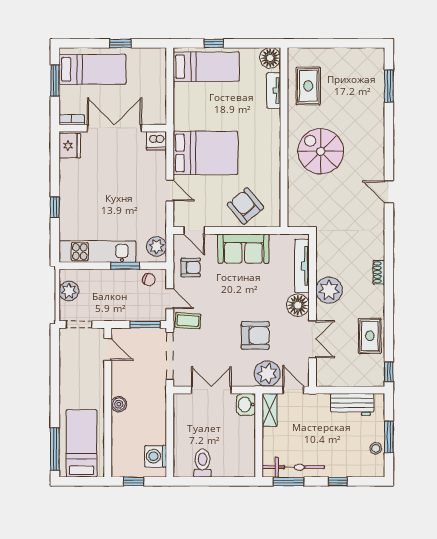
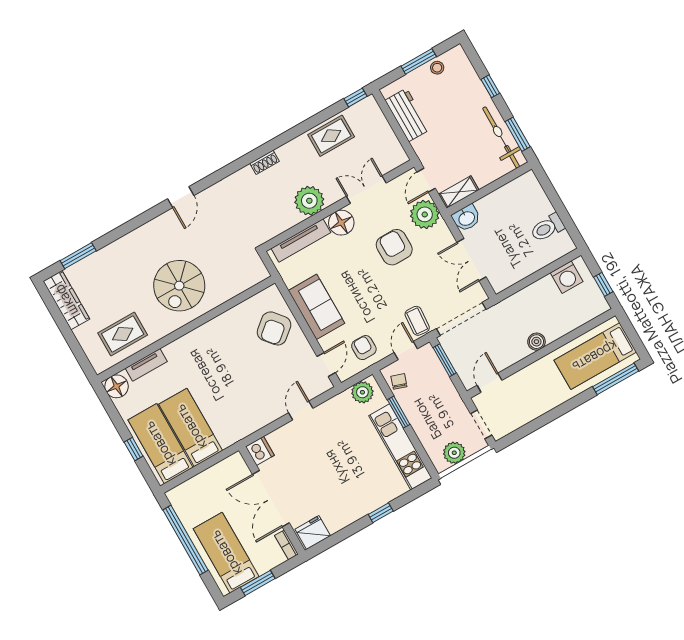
window: (120, 43) -> (185, 540), width x3.17
wardrobe: (360, 57) -> (66, 300), added
bed: (205, 153) -> (191, 427), moved, width x0.67

